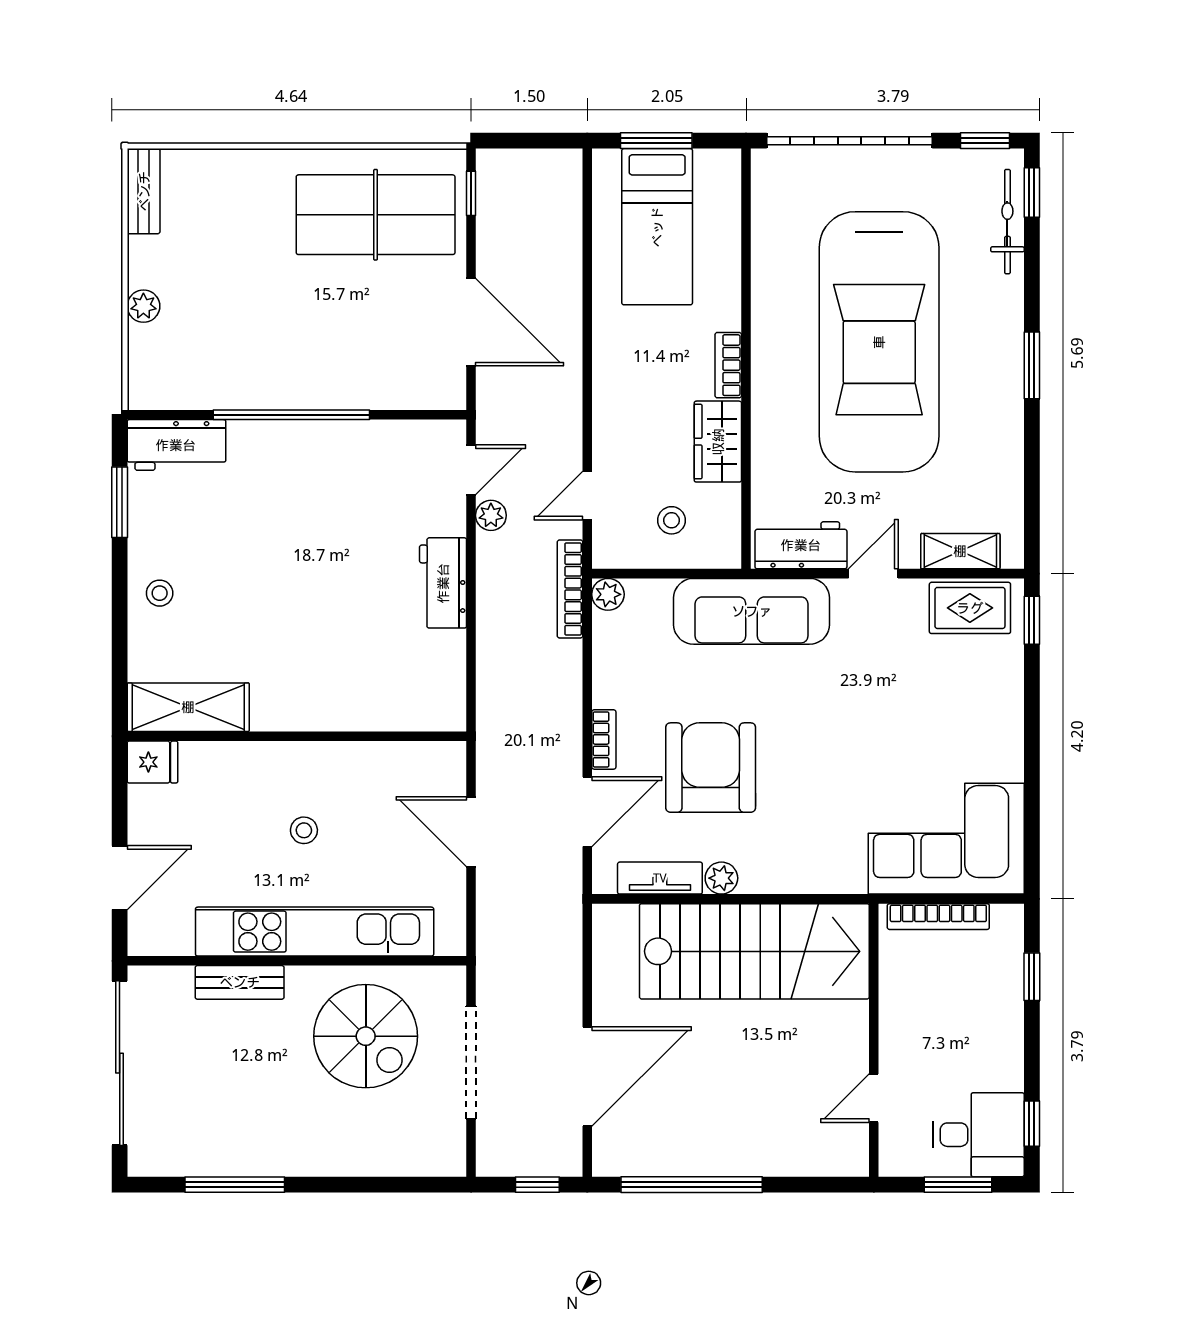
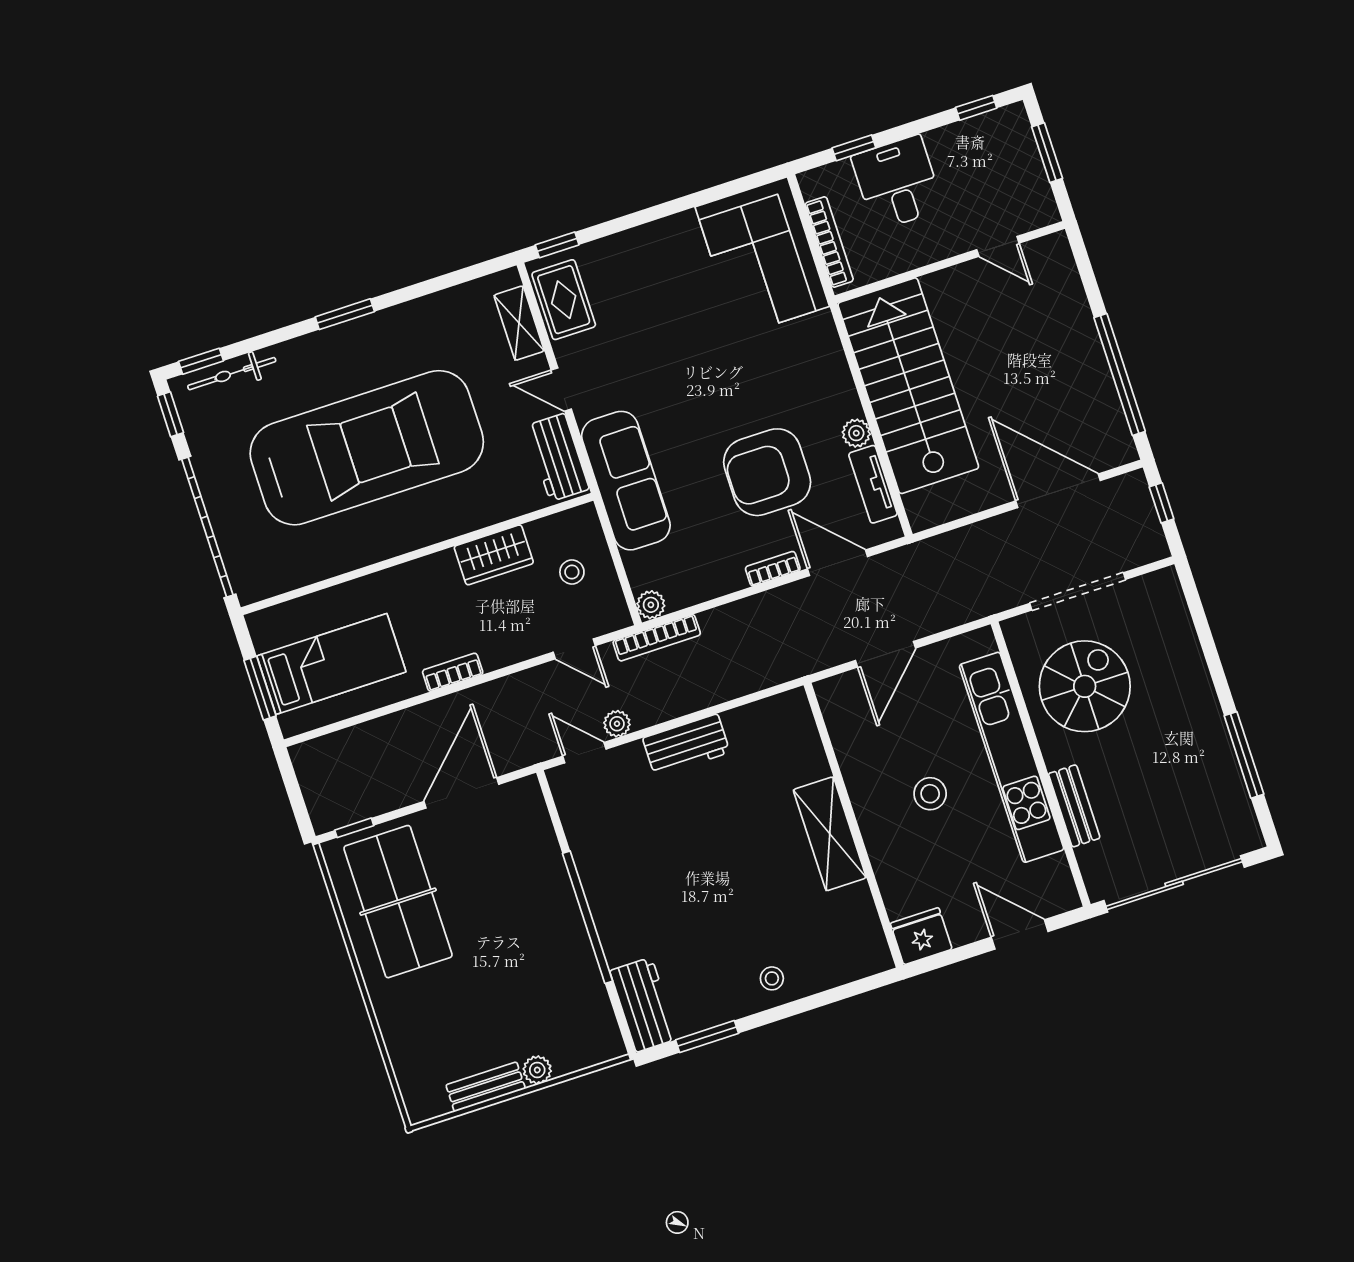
bench: (144, 191) -> (486, 1087), moved
bookcase: (728, 365) -> (453, 672), moved, turned 180
shelving: (188, 707) -> (830, 834), moved
fridge: (152, 762) -> (921, 936), width x1.38
stool: (304, 830) -> (930, 794), width x1.37, depth x1.37
desk: (979, 1135) -> (897, 183), moved

